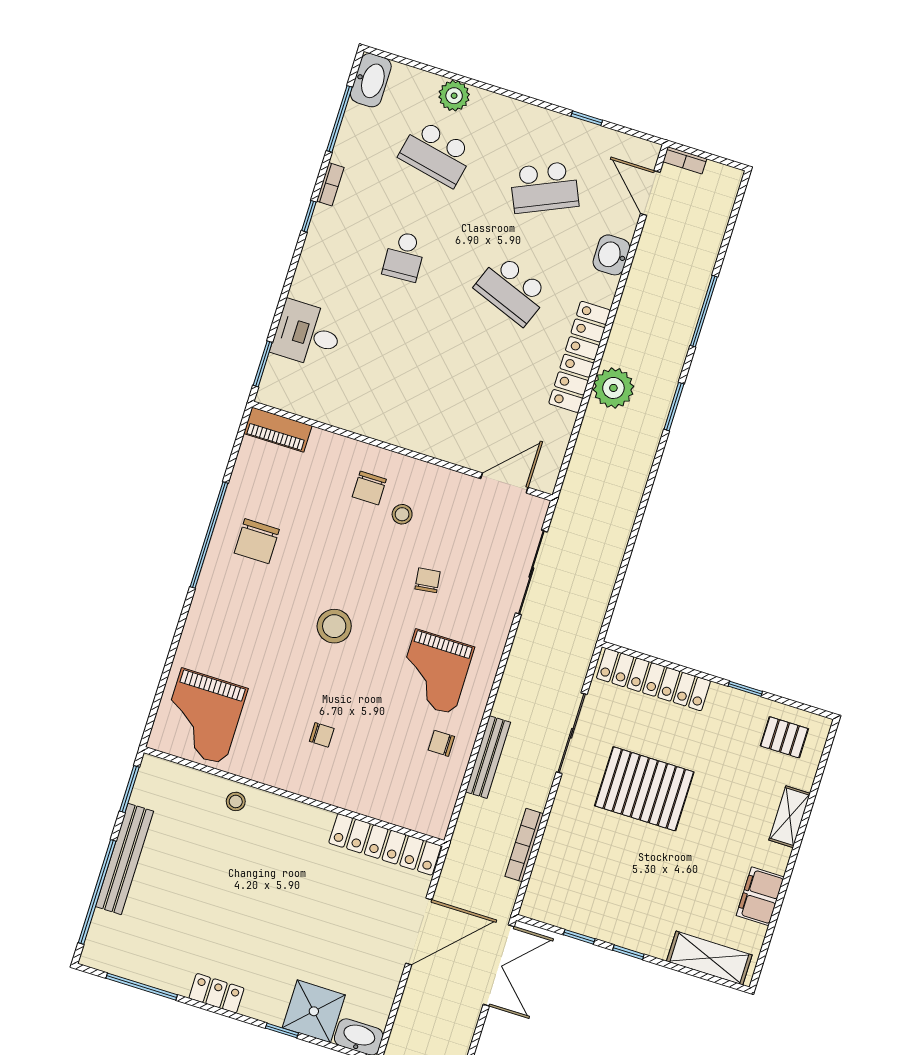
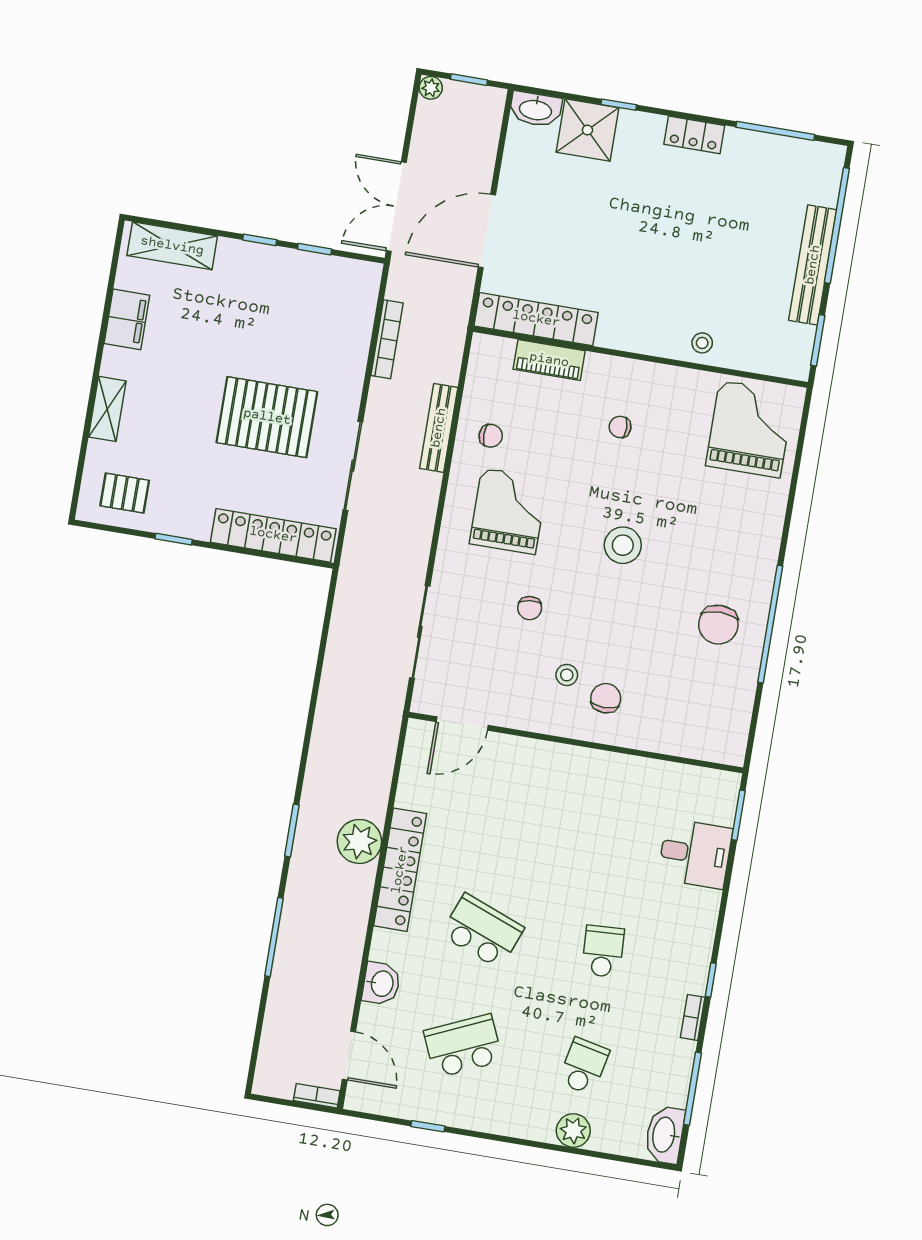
school desk: (436, 153) -> (584, 1066), width x0.54
piano: (278, 430) -> (549, 360), moved, turned 180
chair: (257, 541) -> (718, 625), turned 180

